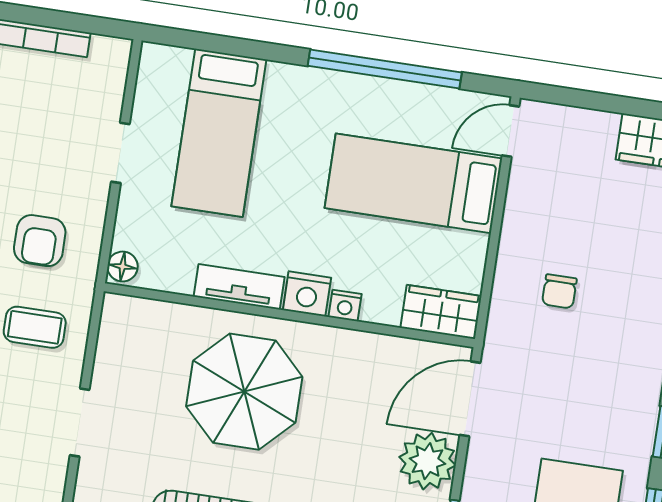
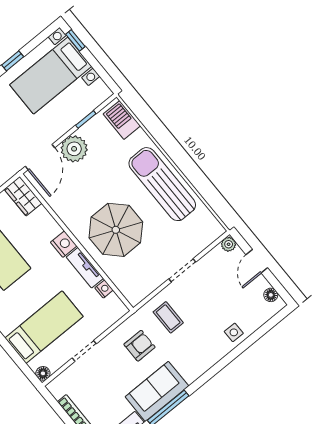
floor lamp: (123, 267) -> (43, 373), moved
nightstand: (345, 305) -> (104, 289), moved
door: (470, 399) -> (40, 157), hinge flipped

